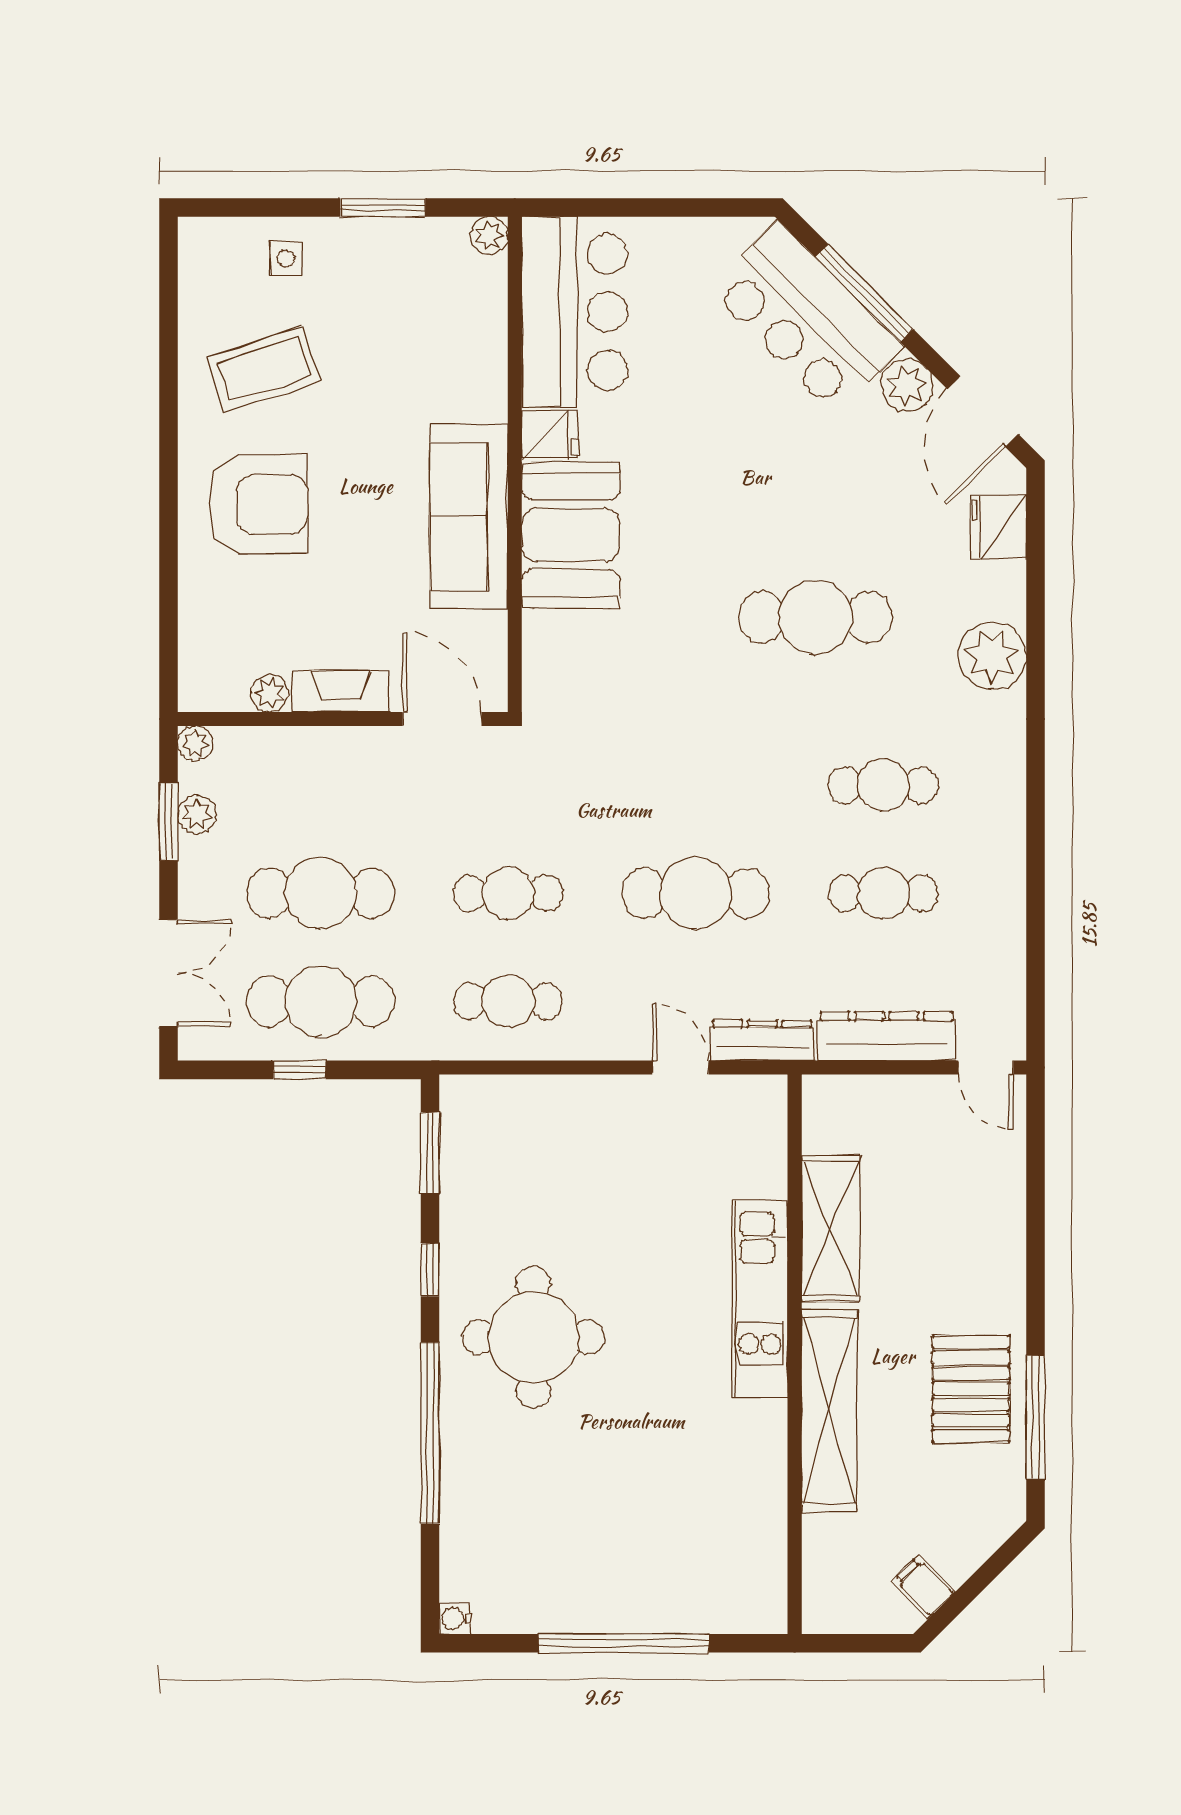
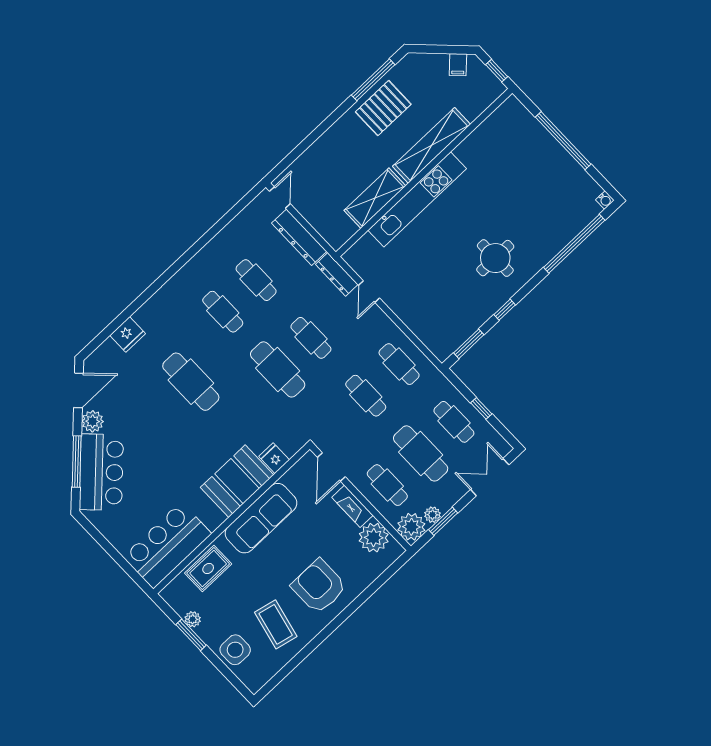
plant: (489, 235) -> (193, 619), moved
side table: (286, 259) -> (235, 650), width x1.87, depth x1.87
rug: (469, 344) -> (208, 568), added
coffee table: (264, 369) -> (276, 624), turned 31
fridge: (550, 435) -> (274, 458), moved
fridge: (999, 527) -> (128, 334), moved
plant: (992, 656) -> (151, 316), removed
plant: (270, 693) -> (374, 538), width x1.88, depth x1.88
plant: (195, 743) -> (411, 527), width x1.87, depth x1.87
cafe table: (321, 785) -> (387, 485), added
cafe table: (696, 785) -> (278, 369), added
cafe table: (696, 893) -> (311, 338), width x0.73, depth x0.74
cafe table: (321, 1001) -> (454, 422), width x0.73, depth x0.74
kitchen unit: (760, 1299) -> (417, 199), width x1.36
round table: (533, 1337) -> (495, 258), width x0.73, depth x0.73
window: (430, 1433) -> (574, 244), moved
window: (851, 1643) -> (497, 71), added

